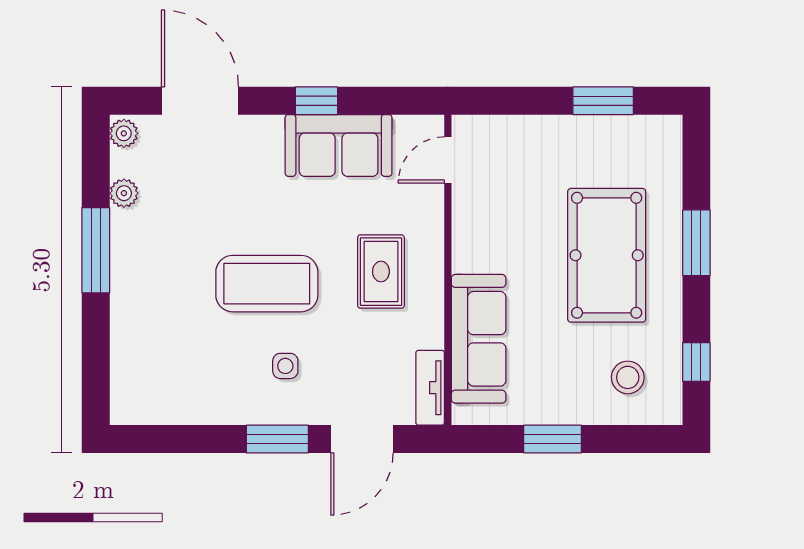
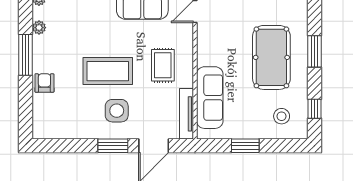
armchair: (135, 308) -> (44, 83), added
side table: (285, 366) -> (117, 111), width x1.87, depth x1.87
tv unit: (430, 388) -> (186, 114), width x1.41

